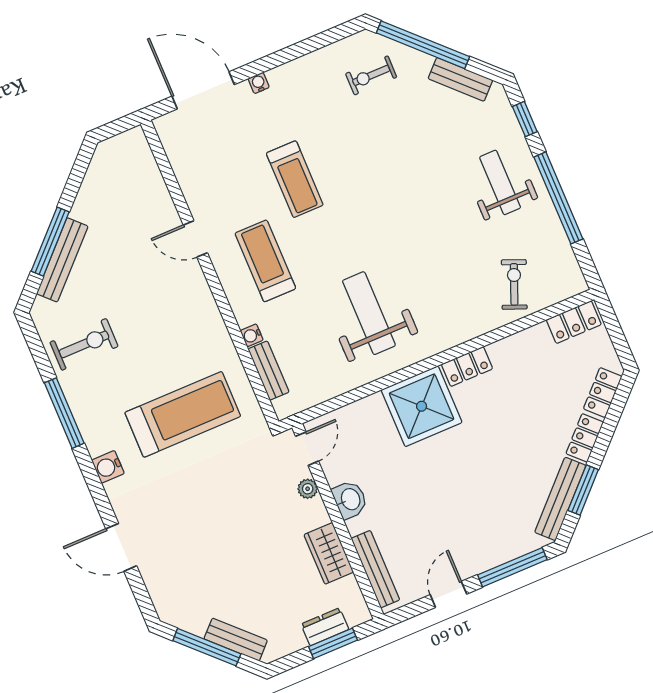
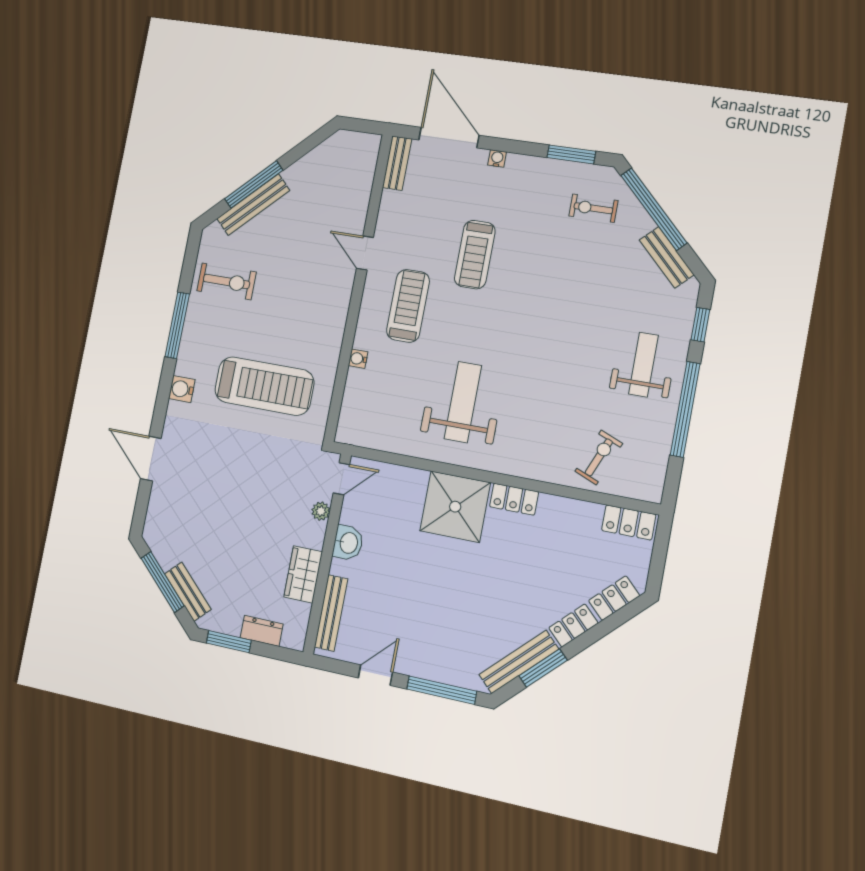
window: (321, 40) -> (571, 154), added
bench: (269, 371) -> (397, 163), moved
window: (333, 643) -> (229, 642), moved

